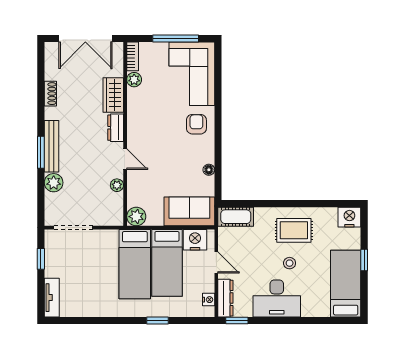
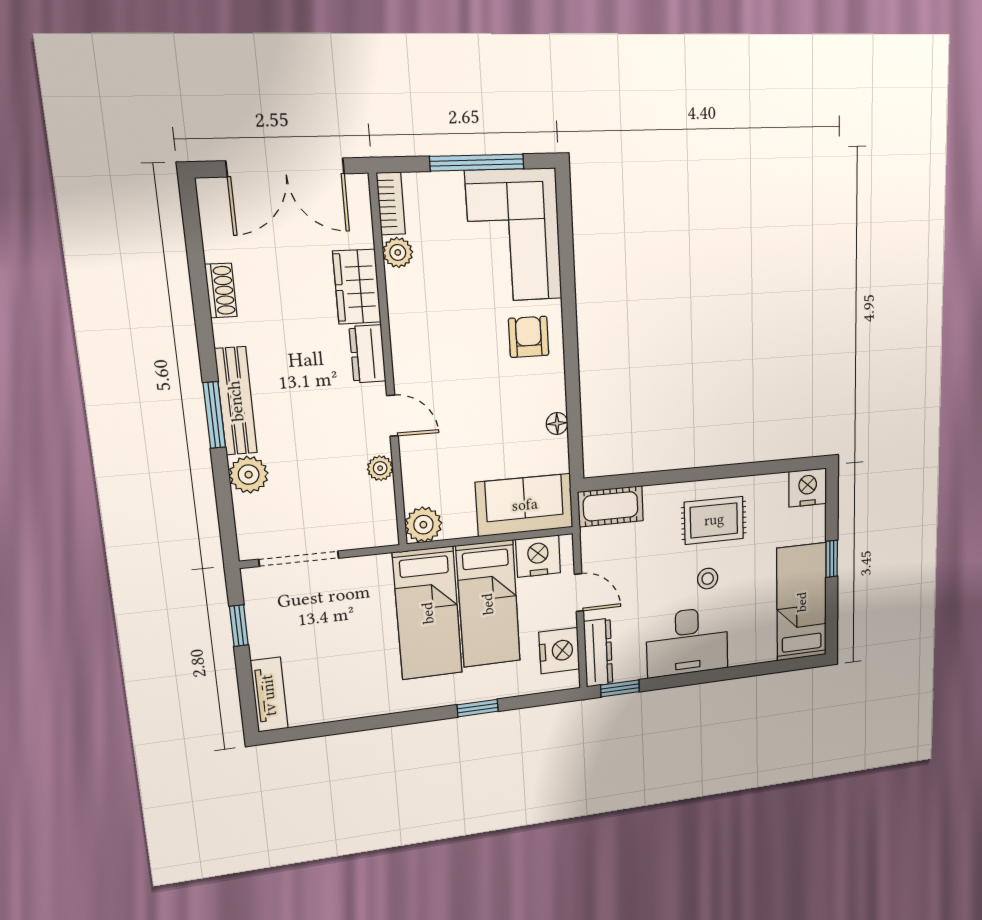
nightstand: (209, 300) -> (559, 651), width x1.89, depth x1.79

